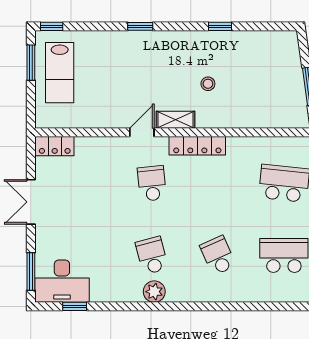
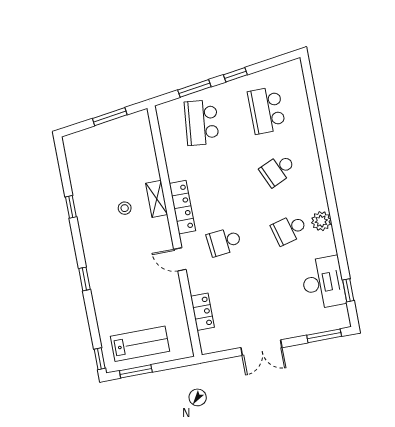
shelving: (176, 120) -> (157, 199), moved
locker: (55, 146) -> (202, 312), moved
desk: (62, 281) -> (323, 283), moved

